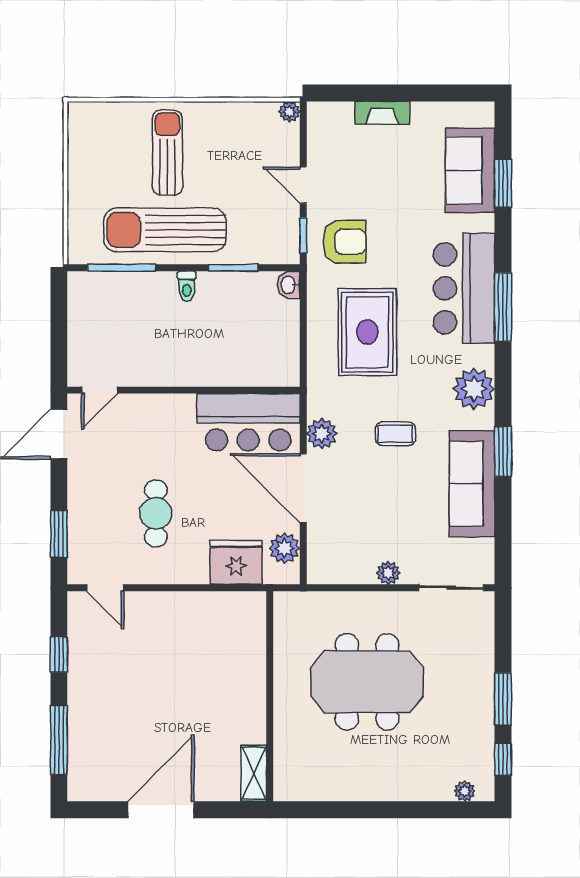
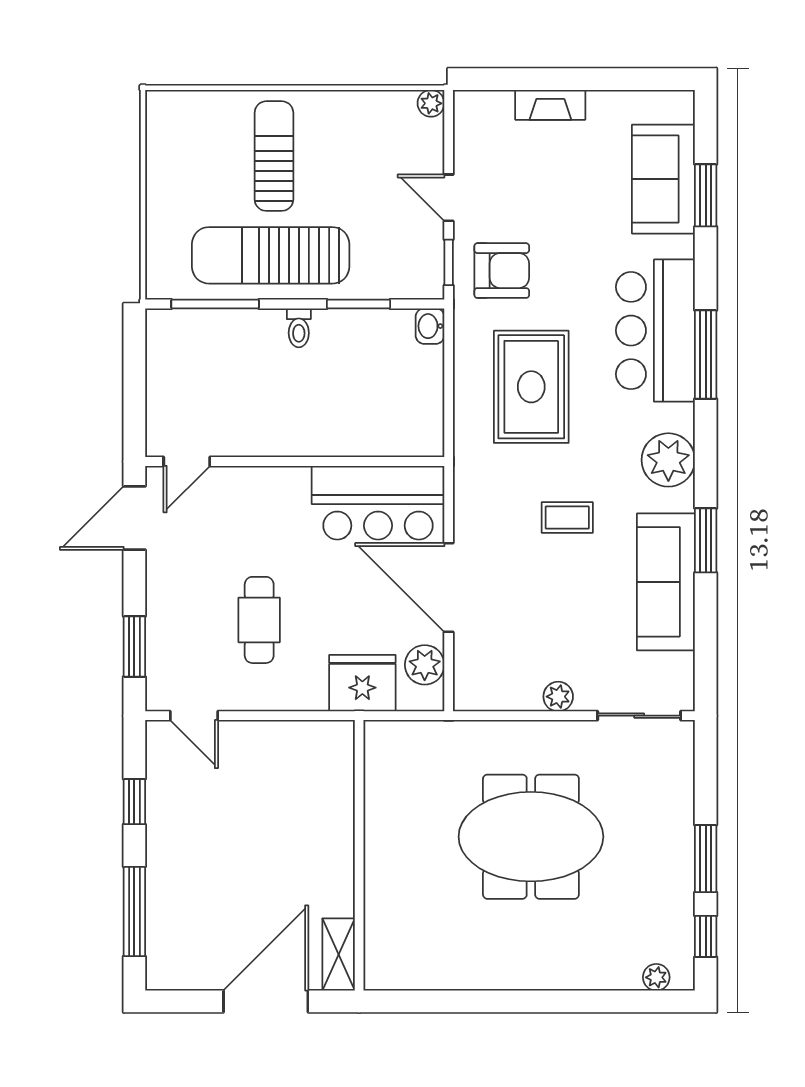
plant: (322, 434) -> (473, 518), removed
wall: (270, 696) -> (359, 855), moved
shelving: (254, 773) -> (339, 954), moved

